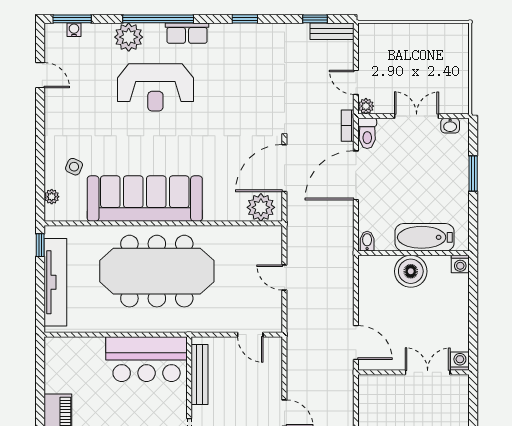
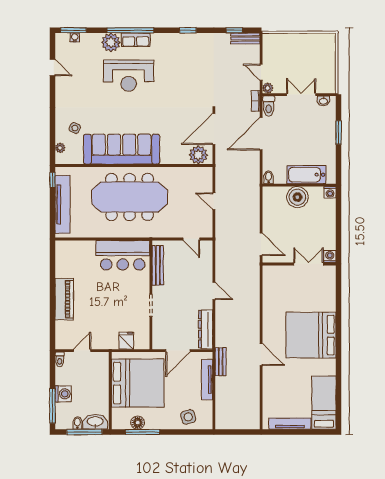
row of seats: (187, 33) -> (136, 40), moved

